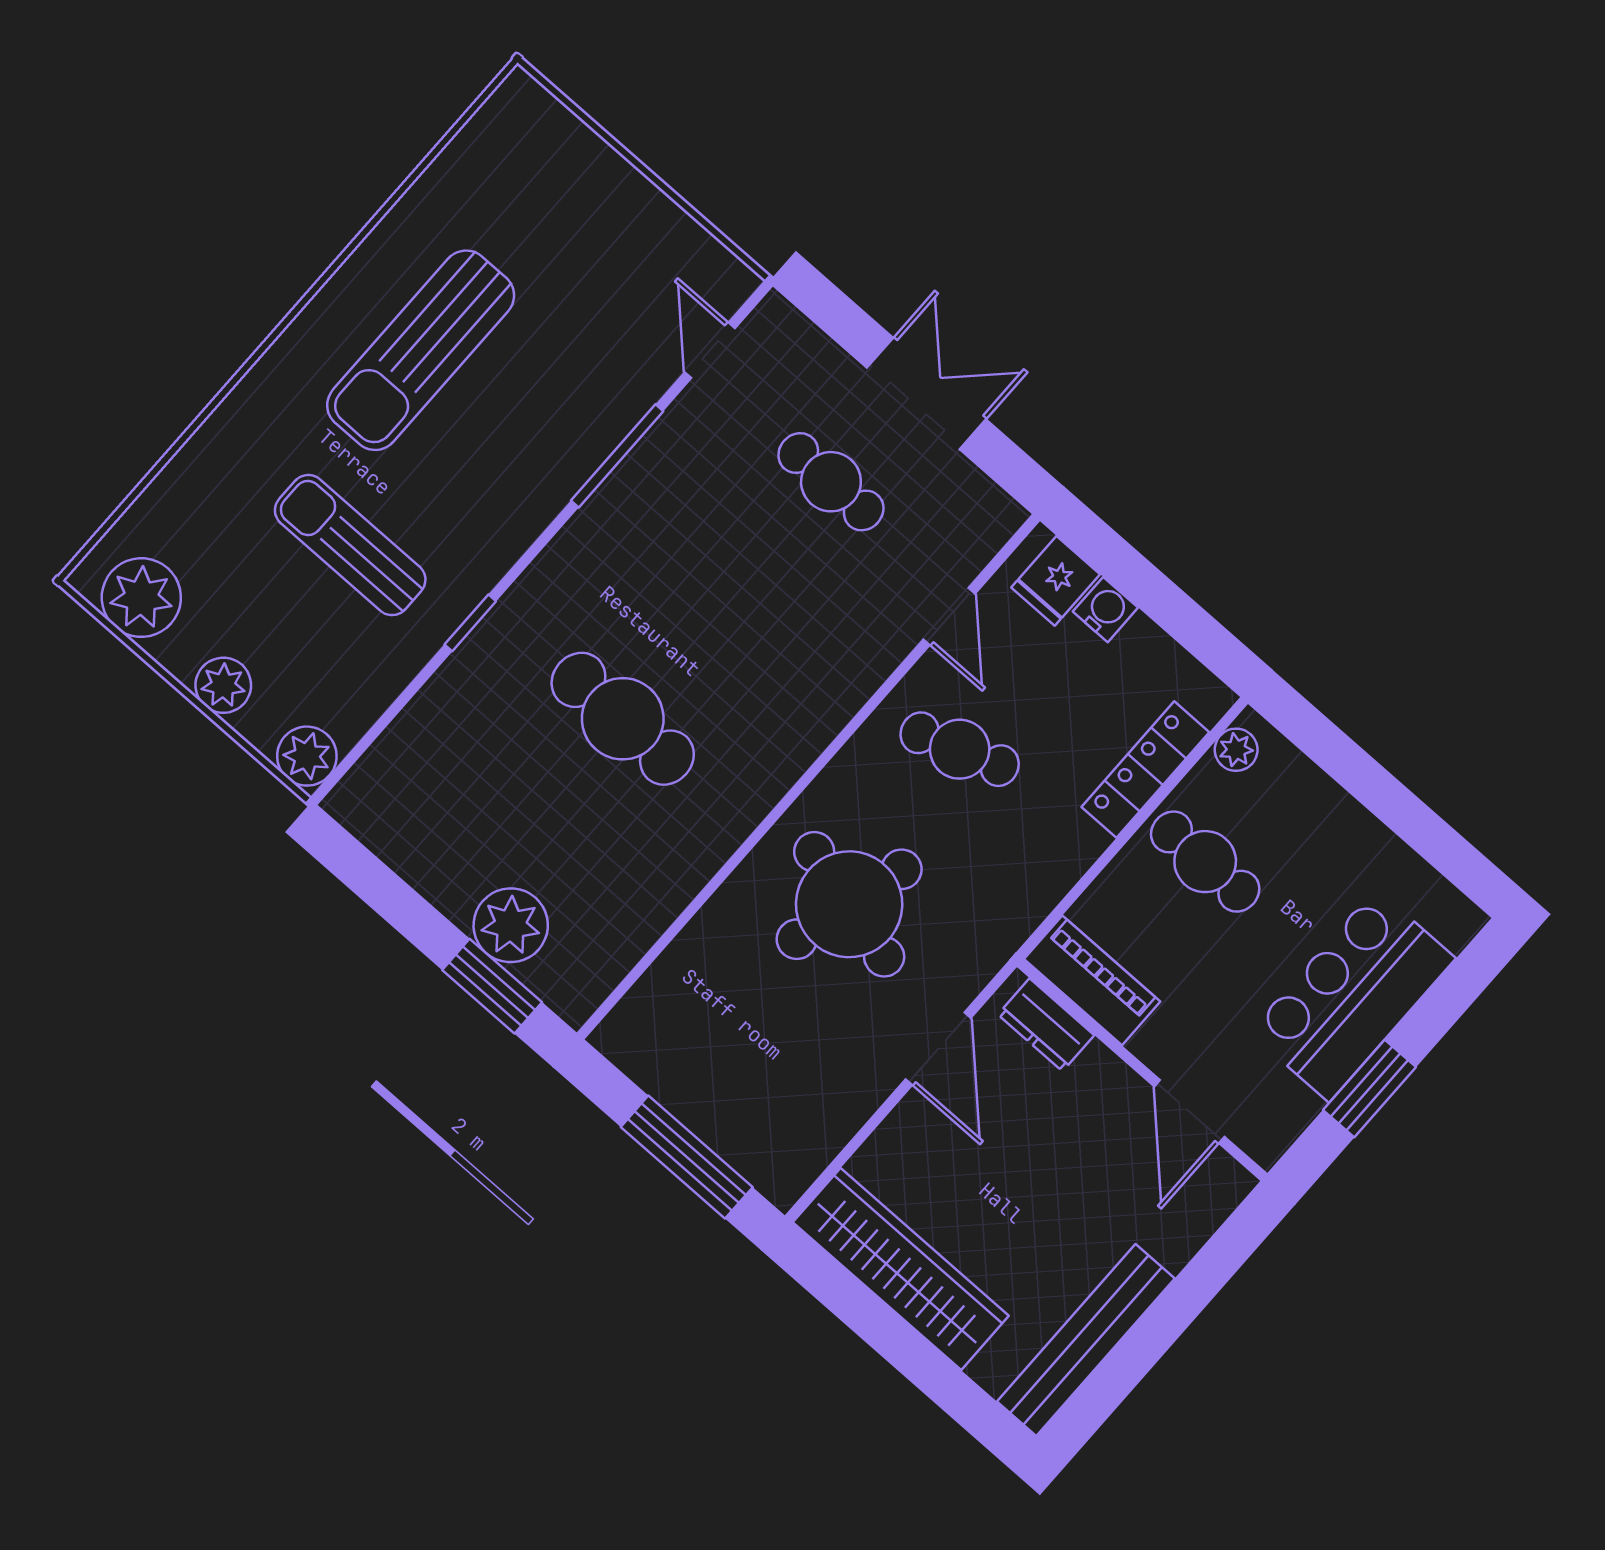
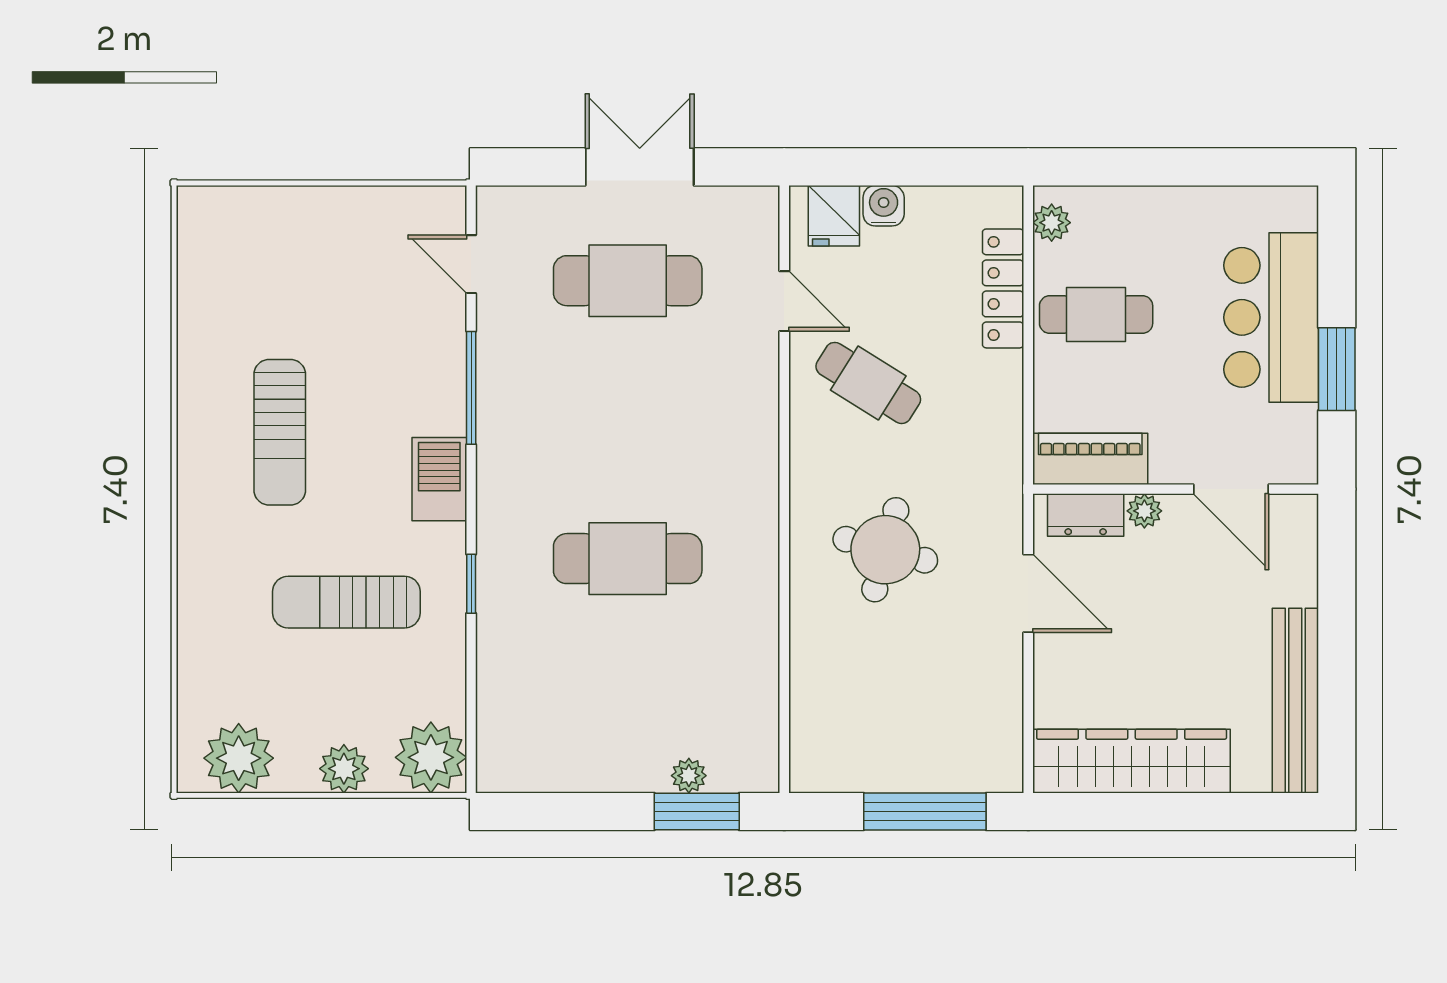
sun lounger: (421, 350) -> (280, 432), width x0.73, depth x0.75
cafe table: (831, 482) -> (628, 281), width x1.37, depth x1.35
barbecue: (522, 510) -> (439, 479), added
cafe table: (960, 749) -> (868, 383), turned 51
plant: (307, 756) -> (431, 757), width x1.36, depth x1.36
round table: (849, 904) -> (885, 550), width x0.73, depth x0.73
plant: (511, 925) -> (689, 776), width x0.53, depth x0.53
plant: (1099, 1065) -> (1144, 511), added

